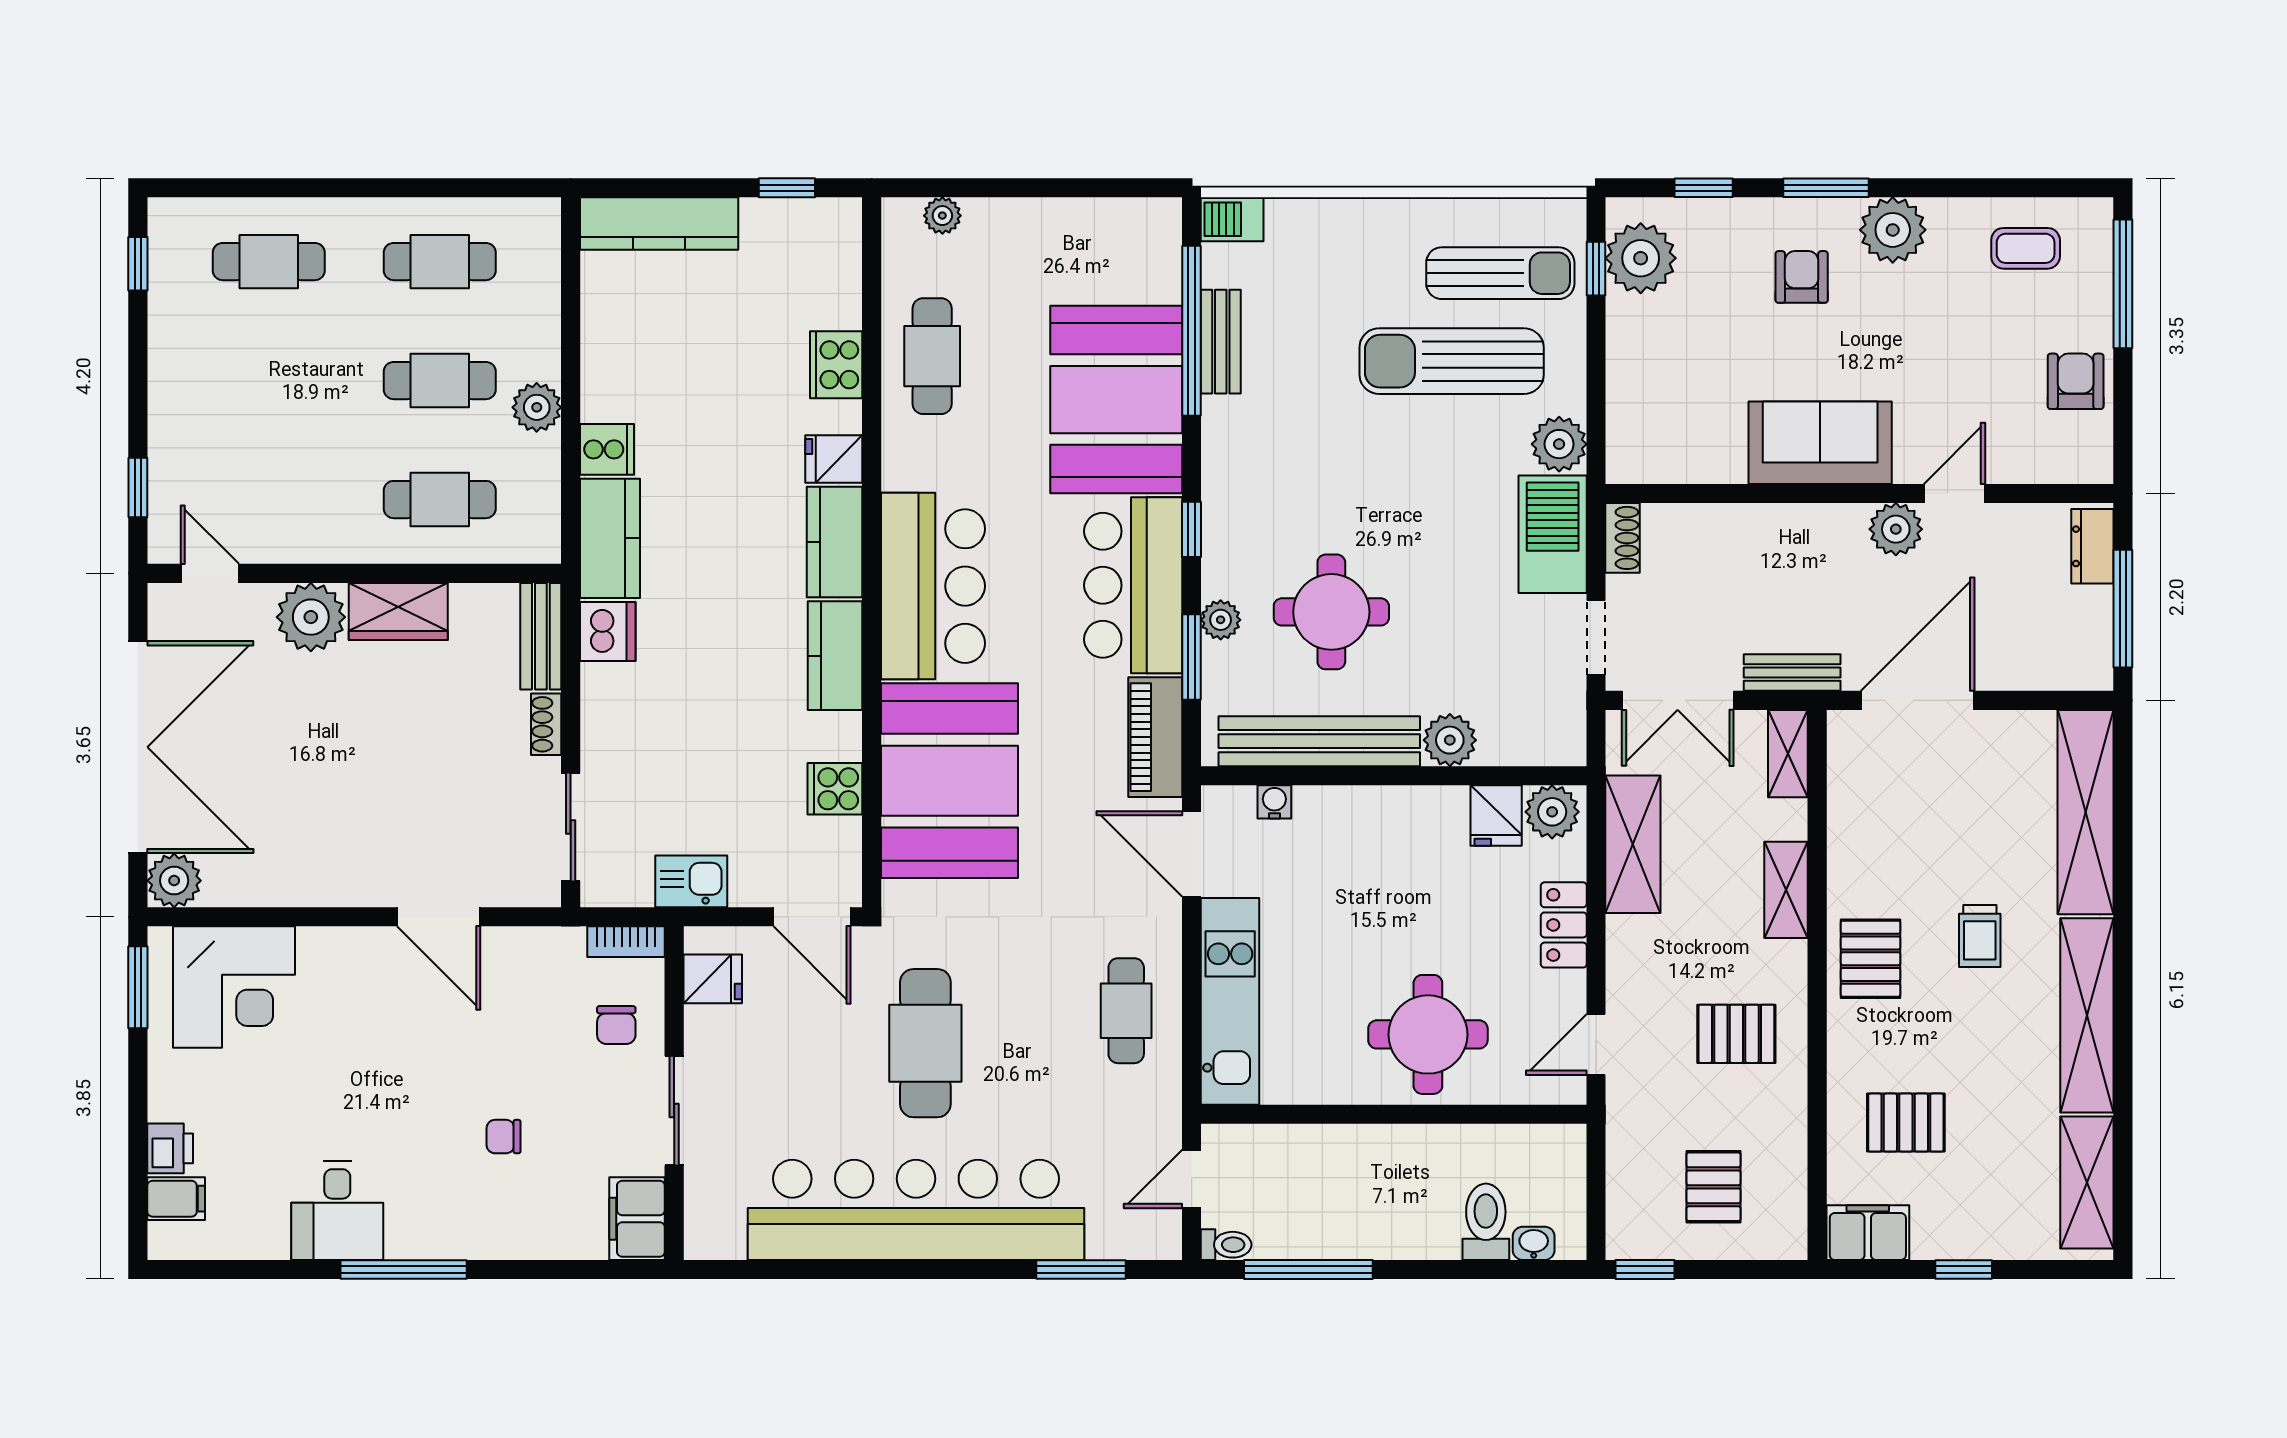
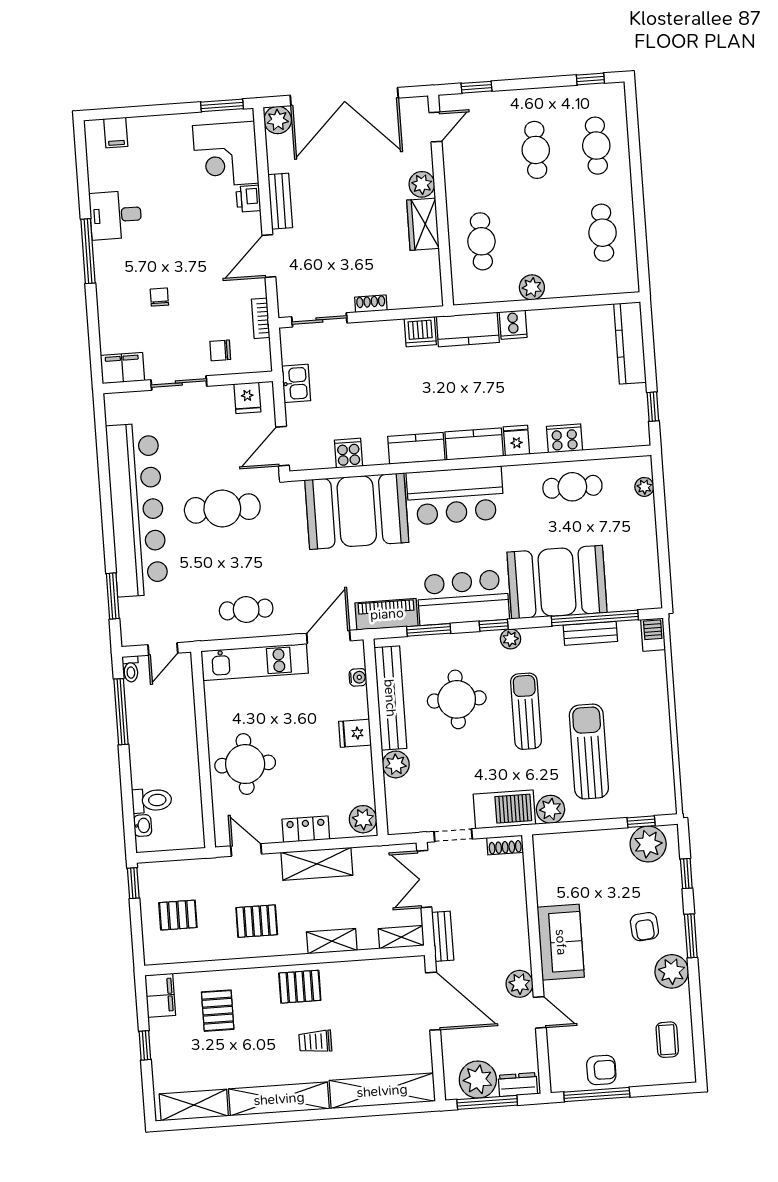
sun lounger: (1500, 273) -> (526, 711), moved, turned 180
armchair: (1802, 277) -> (644, 927), turned 85
window: (2123, 284) -> (597, 1095), moved
cafe table: (440, 381) -> (536, 150), moved
plant: (311, 617) -> (422, 184), width x0.73, depth x0.73
plant: (1221, 620) -> (511, 639), moved
plant: (2077, 624) -> (478, 1080), added
bench: (541, 636) -> (280, 201), moved, turned 90
fridge: (1496, 815) -> (355, 733), moved
shelving: (1633, 844) -> (317, 864), moved
bookcase: (626, 942) -> (261, 318), moved
pallet: (1736, 1034) -> (257, 921), turned 90
printer: (170, 1148) -> (248, 199), moved, turned 90
door: (1192, 1179) -> (163, 649), swing flipped

